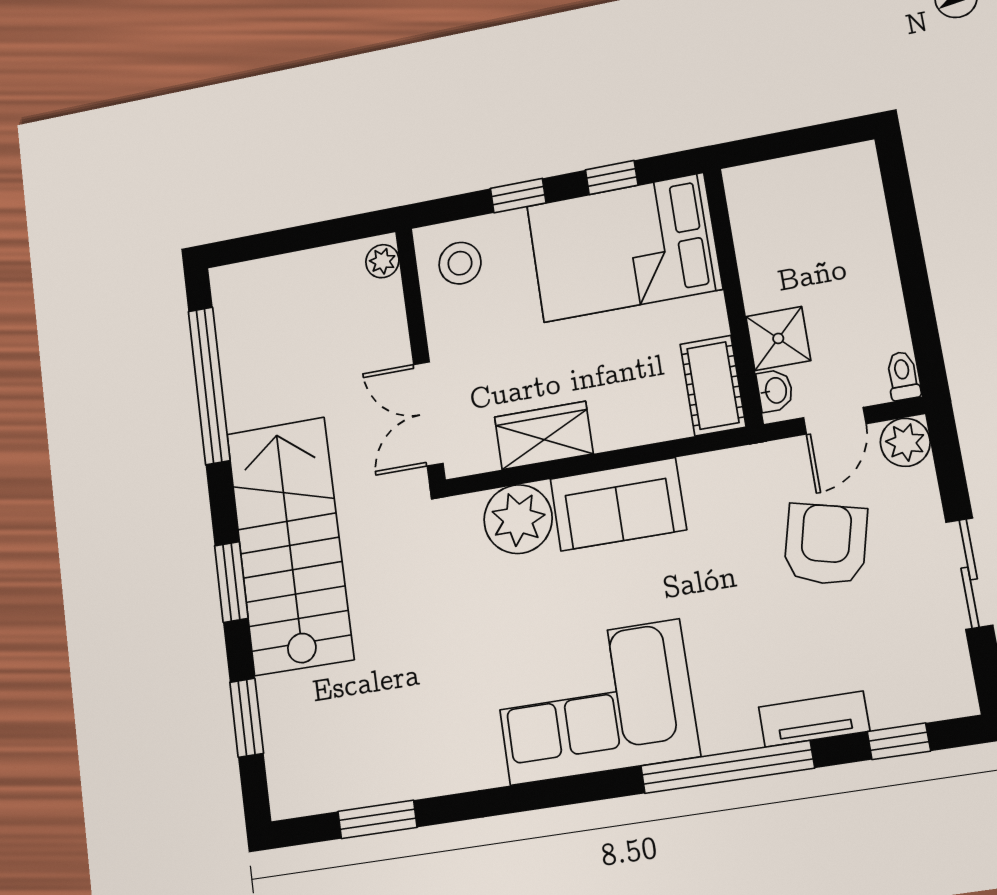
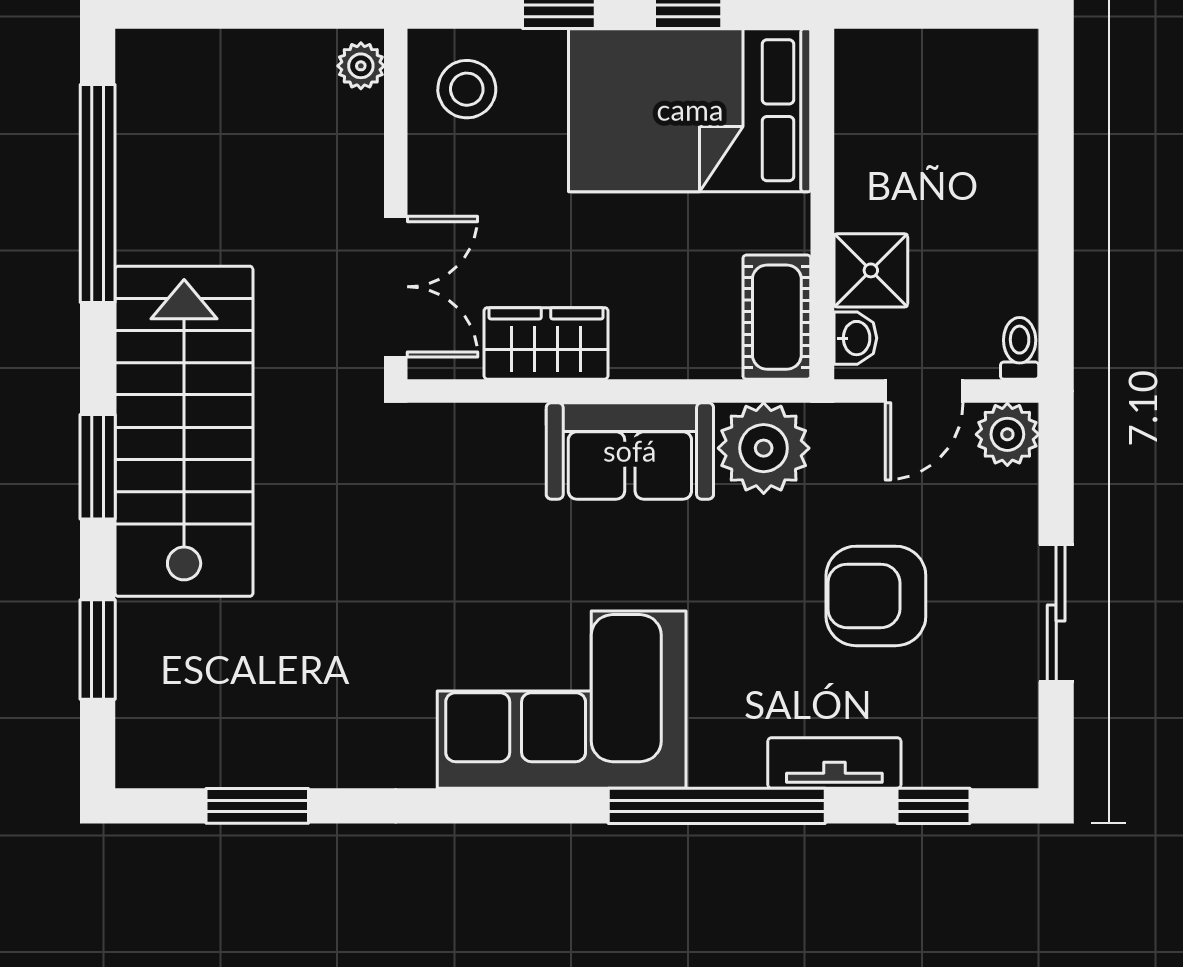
double door: (428, 414) -> (396, 287), swing flipped
plant: (518, 519) -> (764, 448), moved
armchair: (826, 544) -> (876, 596), moved, turned -104

